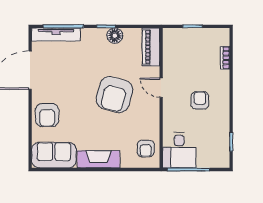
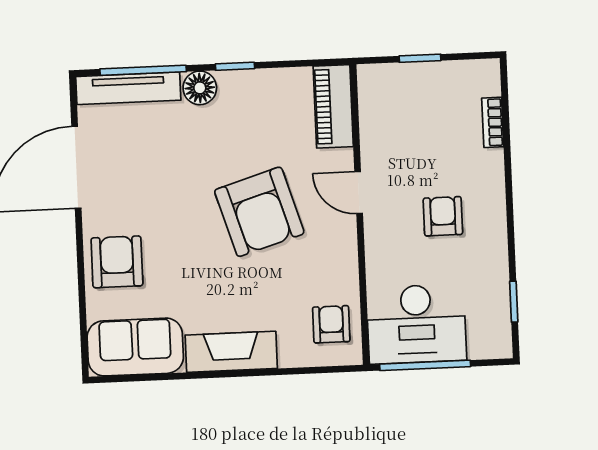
floor lamp: (115, 36) -> (200, 88), moved
armchair: (114, 95) -> (259, 212), turned -32
armchair: (47, 115) -> (117, 262), turned 180
armchair: (146, 148) -> (331, 324), turned 180
desk: (179, 150) -> (416, 324), width x1.37

